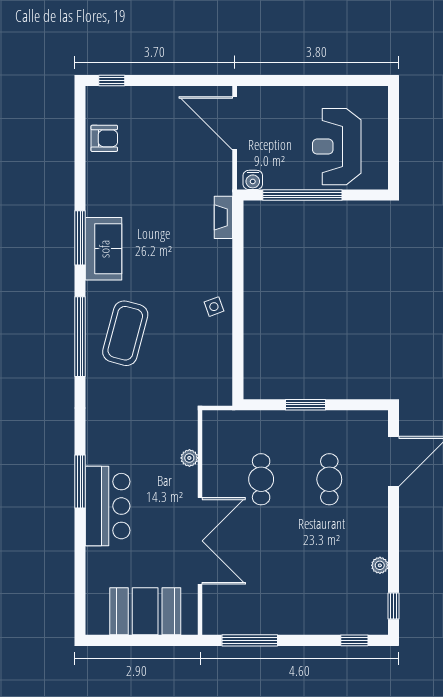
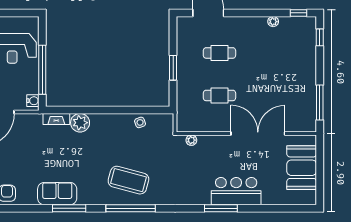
sofa: (104, 249) -> (57, 194), moved
plant: (217, 256) -> (80, 123), added
side table: (214, 307) -> (140, 122), moved
plant: (189, 458) -> (191, 140), moved

